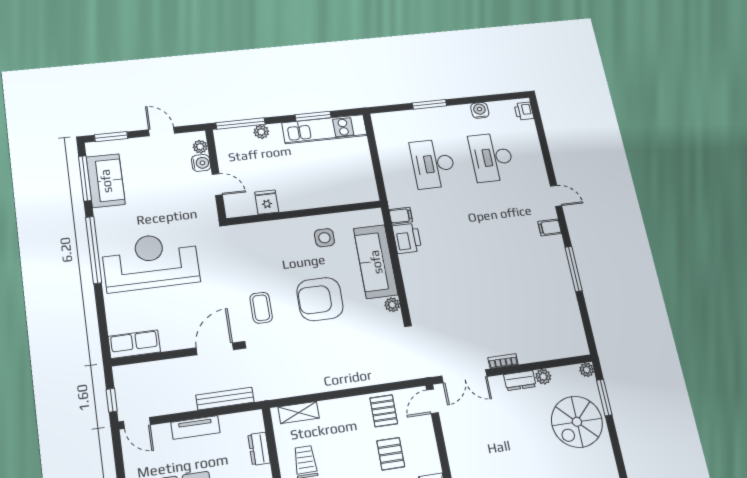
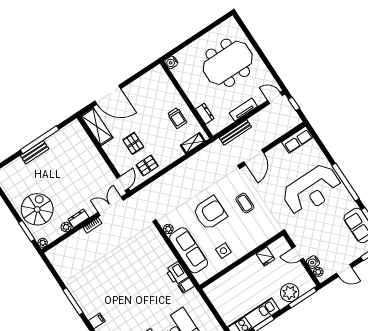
plant: (261, 132) -> (290, 293), width x1.87, depth x1.87
coffee table: (261, 308) -> (245, 203), moved
pallet: (384, 411) -> (147, 166), turned 90

